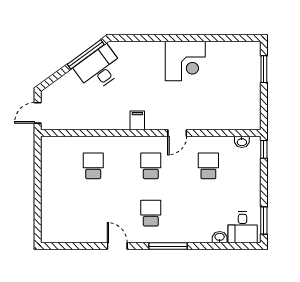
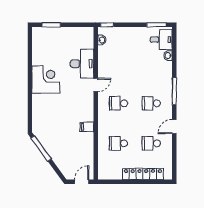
desk: (99, 69) -> (82, 64), moved, turned -144
door: (38, 113) -> (82, 182), swing flipped
filing cabinet: (137, 120) -> (87, 127), moved
door: (177, 133) -> (96, 85), hinge flipped
school desk: (208, 166) -> (151, 143), moved
locker: (49, 201) -> (143, 174), added

